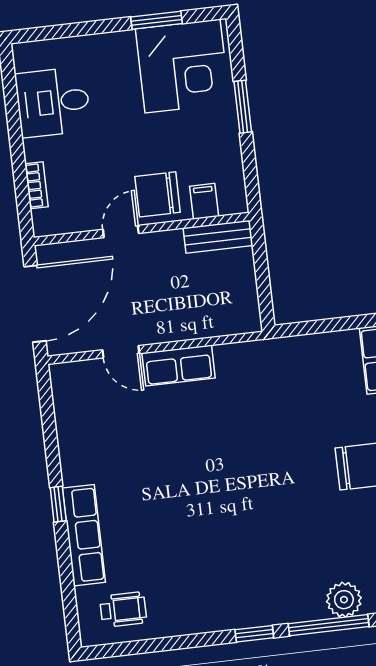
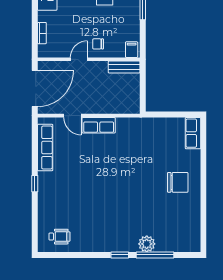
chair: (158, 194) -> (98, 44), width x0.54, depth x0.54
filing cabinet: (204, 201) -> (132, 50), moved
row of seats: (84, 535) -> (45, 148), moved
plant: (344, 600) -> (147, 244), moved

